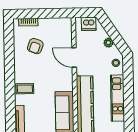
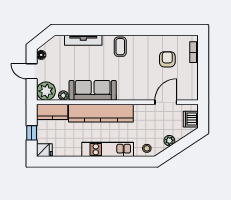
armchair: (35, 46) -> (167, 59), turned 69
door: (74, 58) -> (166, 102), moved

